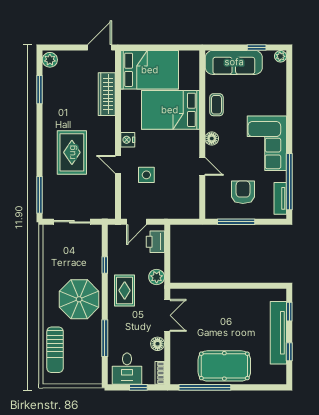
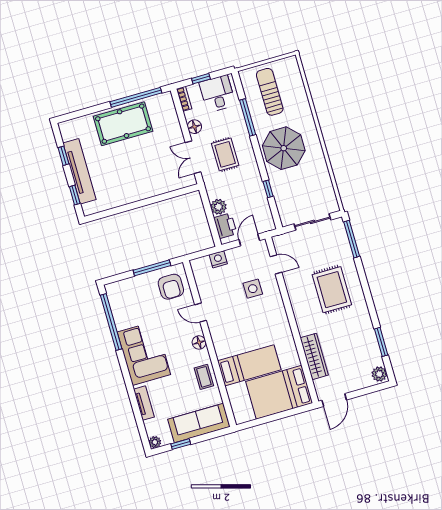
bed: (170, 110) -> (249, 365), width x0.67
nightstand: (128, 140) -> (218, 259), moved, turned -90
door: (118, 164) -> (276, 264), moved
armchair: (243, 192) -> (171, 287), moved
tv unit: (280, 198) -> (144, 403), moved
plant: (157, 277) -> (218, 207), moved
rug: (125, 290) -> (225, 154), moved
sun lounger: (55, 350) -> (270, 92), moved

